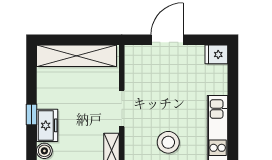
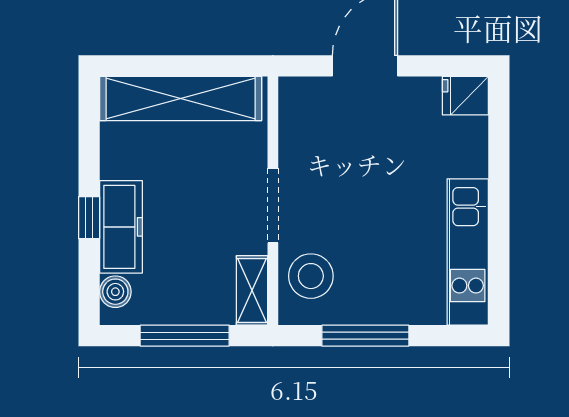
freezer: (47, 125) -> (121, 227), width x1.40
stool: (168, 142) -> (311, 276), moved

